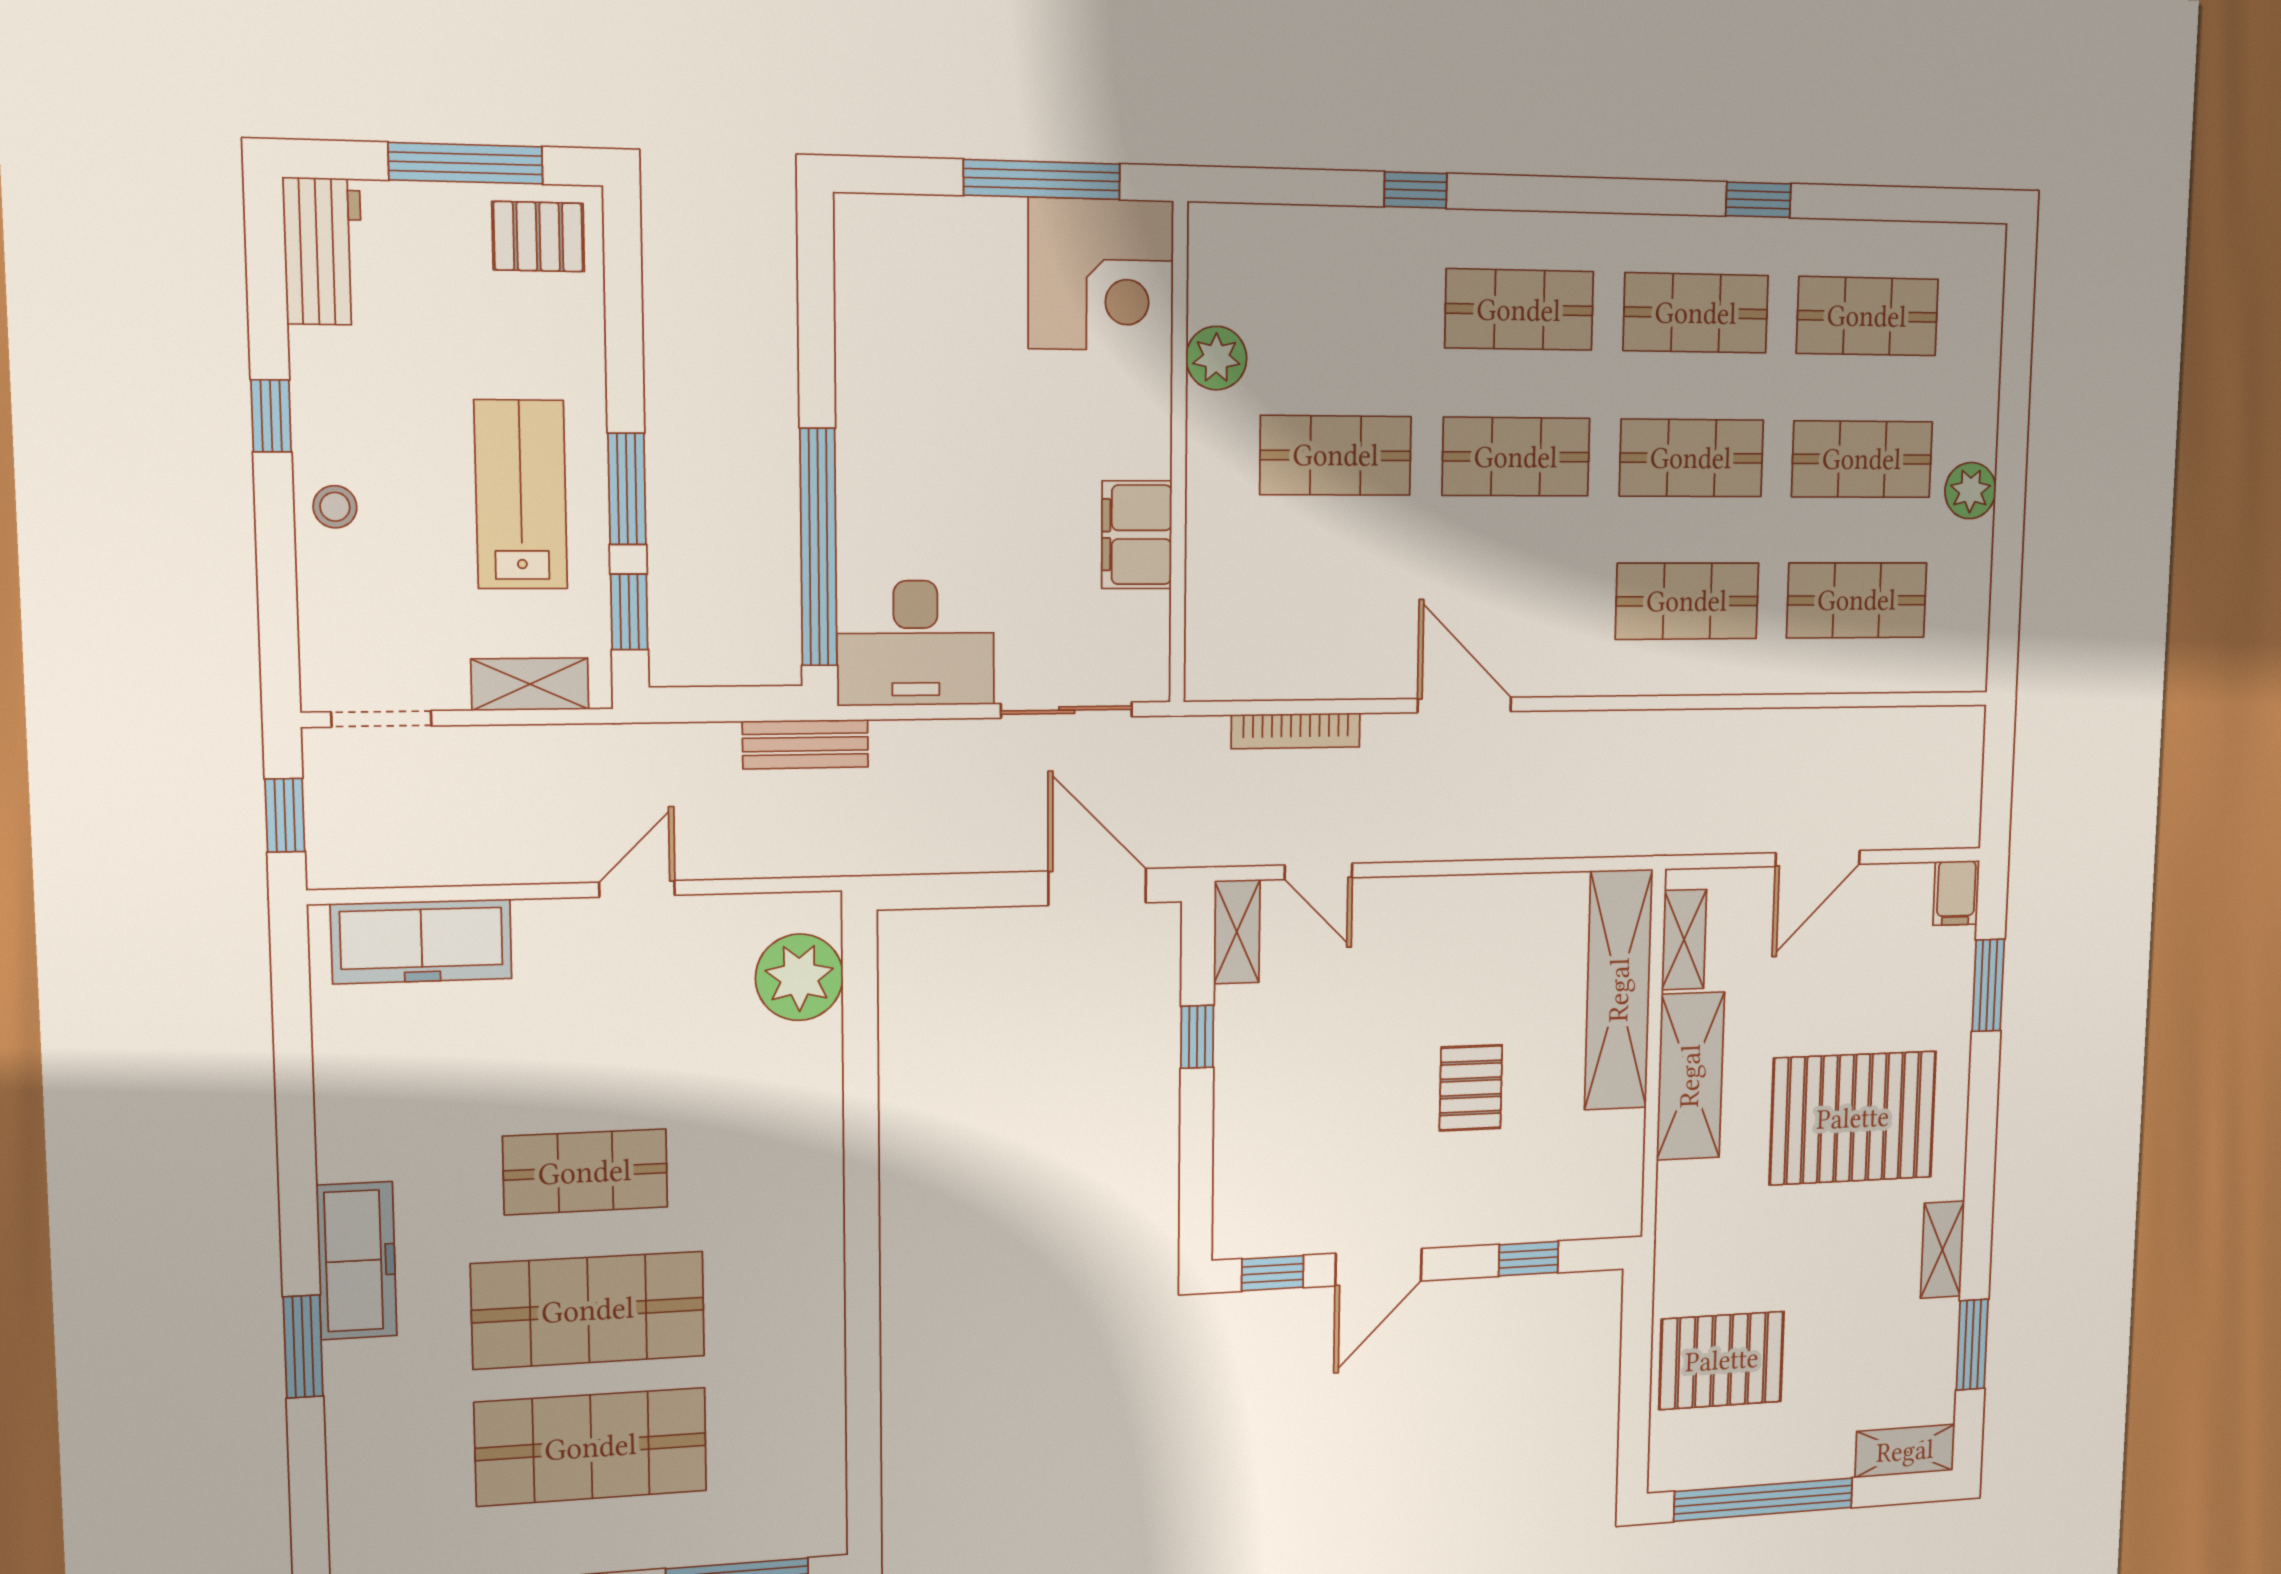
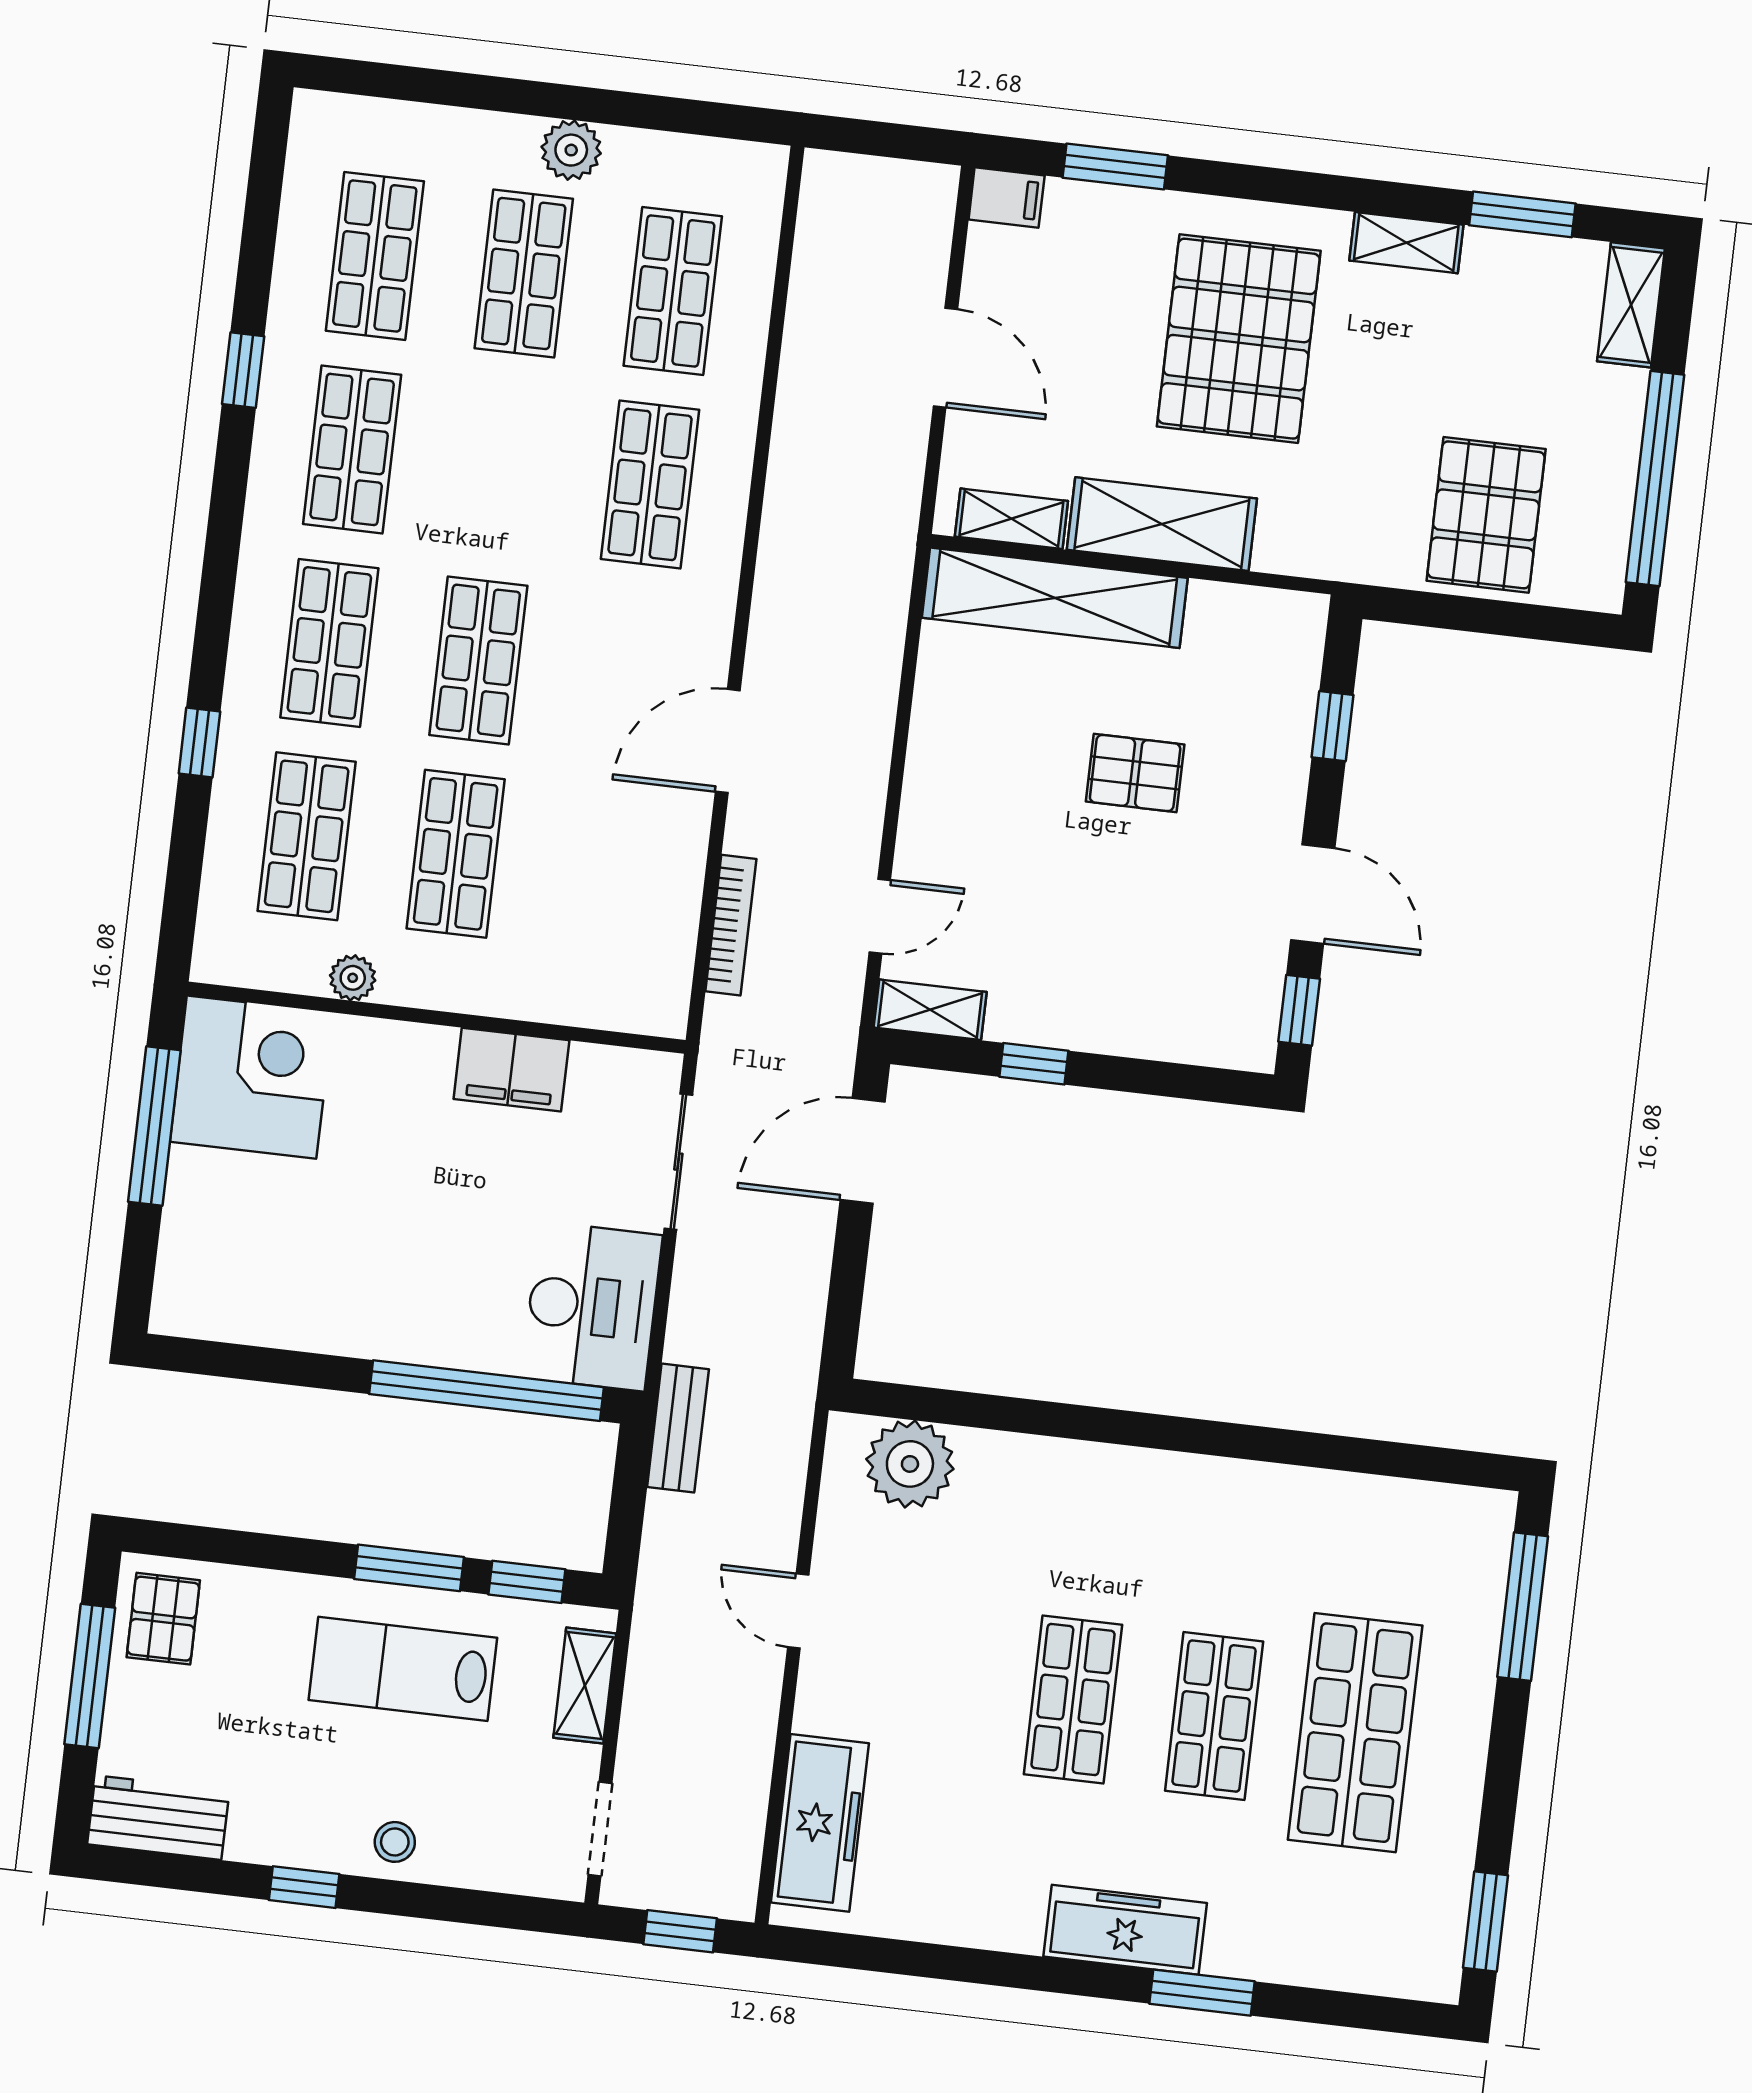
plant: (1216, 358) -> (353, 978), width x0.73, depth x0.73
shop shelf: (1691, 458) -> (307, 836), moved
shop shelf: (588, 1310) -> (1214, 1716), width x0.70, depth x0.74

